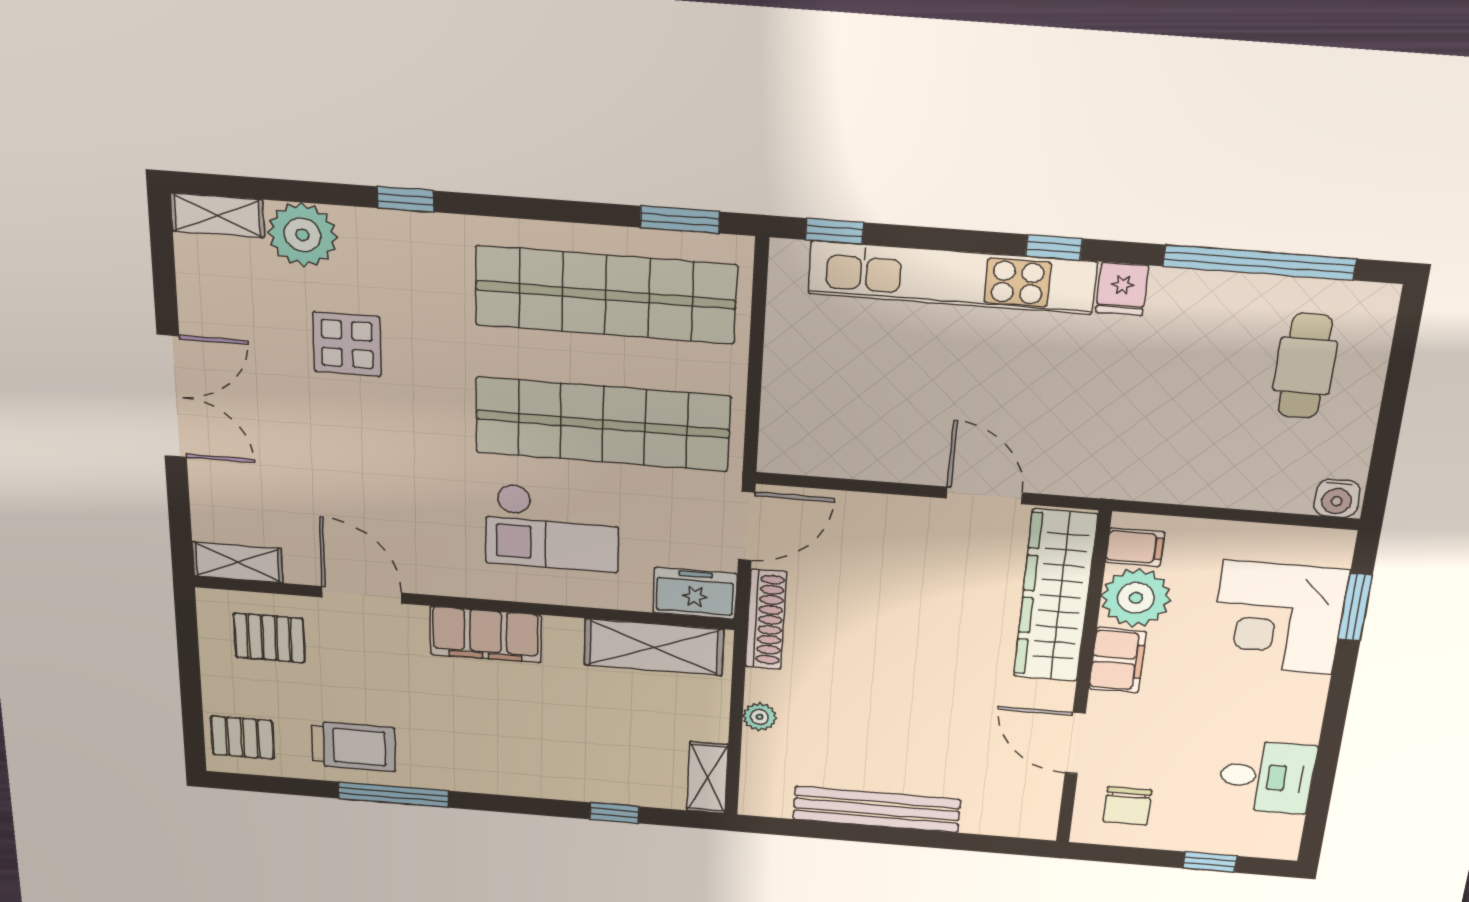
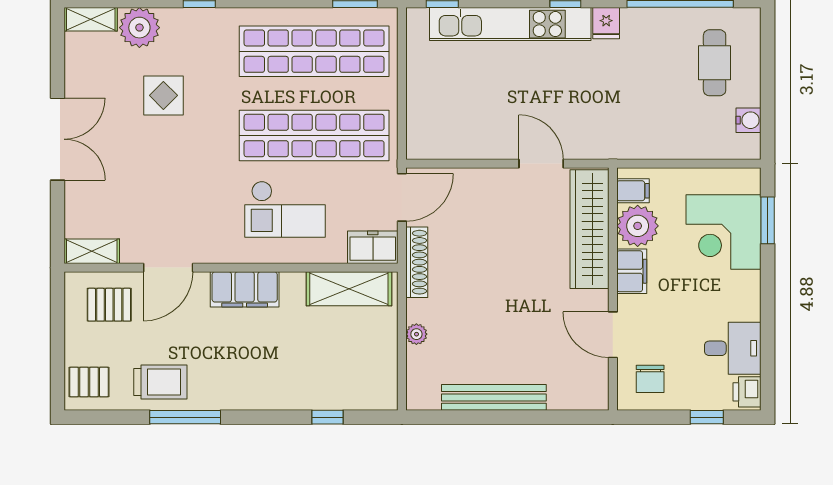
water cooler: (1337, 498) -> (748, 120), moved, turned -90
door: (362, 595) -> (168, 268), swing flipped
shelving: (707, 778) -> (386, 384), removed
printer: (1279, 835) -> (747, 392), added

